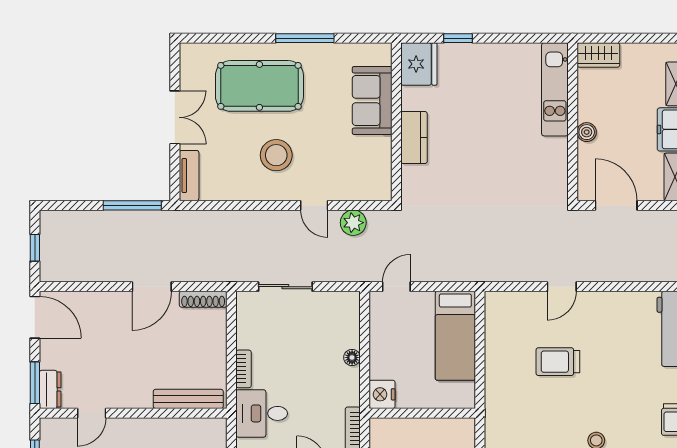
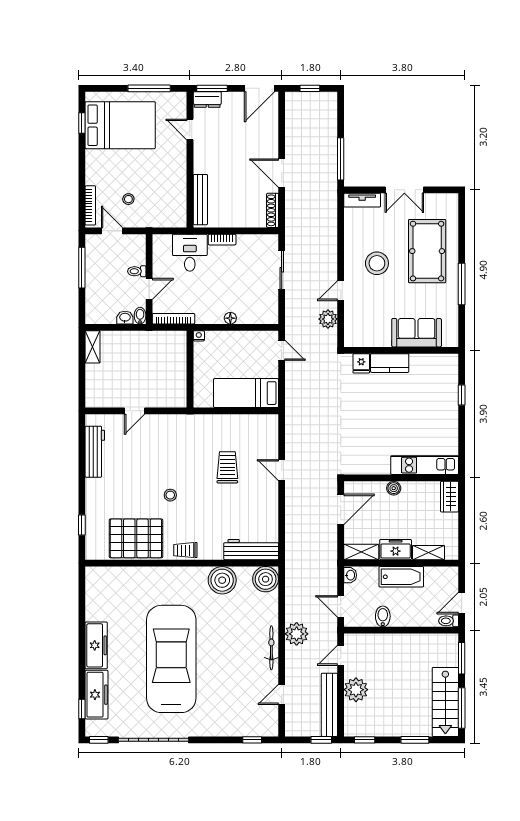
fridge: (419, 64) -> (361, 363), moved, width x0.53, depth x0.75
nightstand: (382, 394) -> (199, 336), width x0.53, depth x0.56

